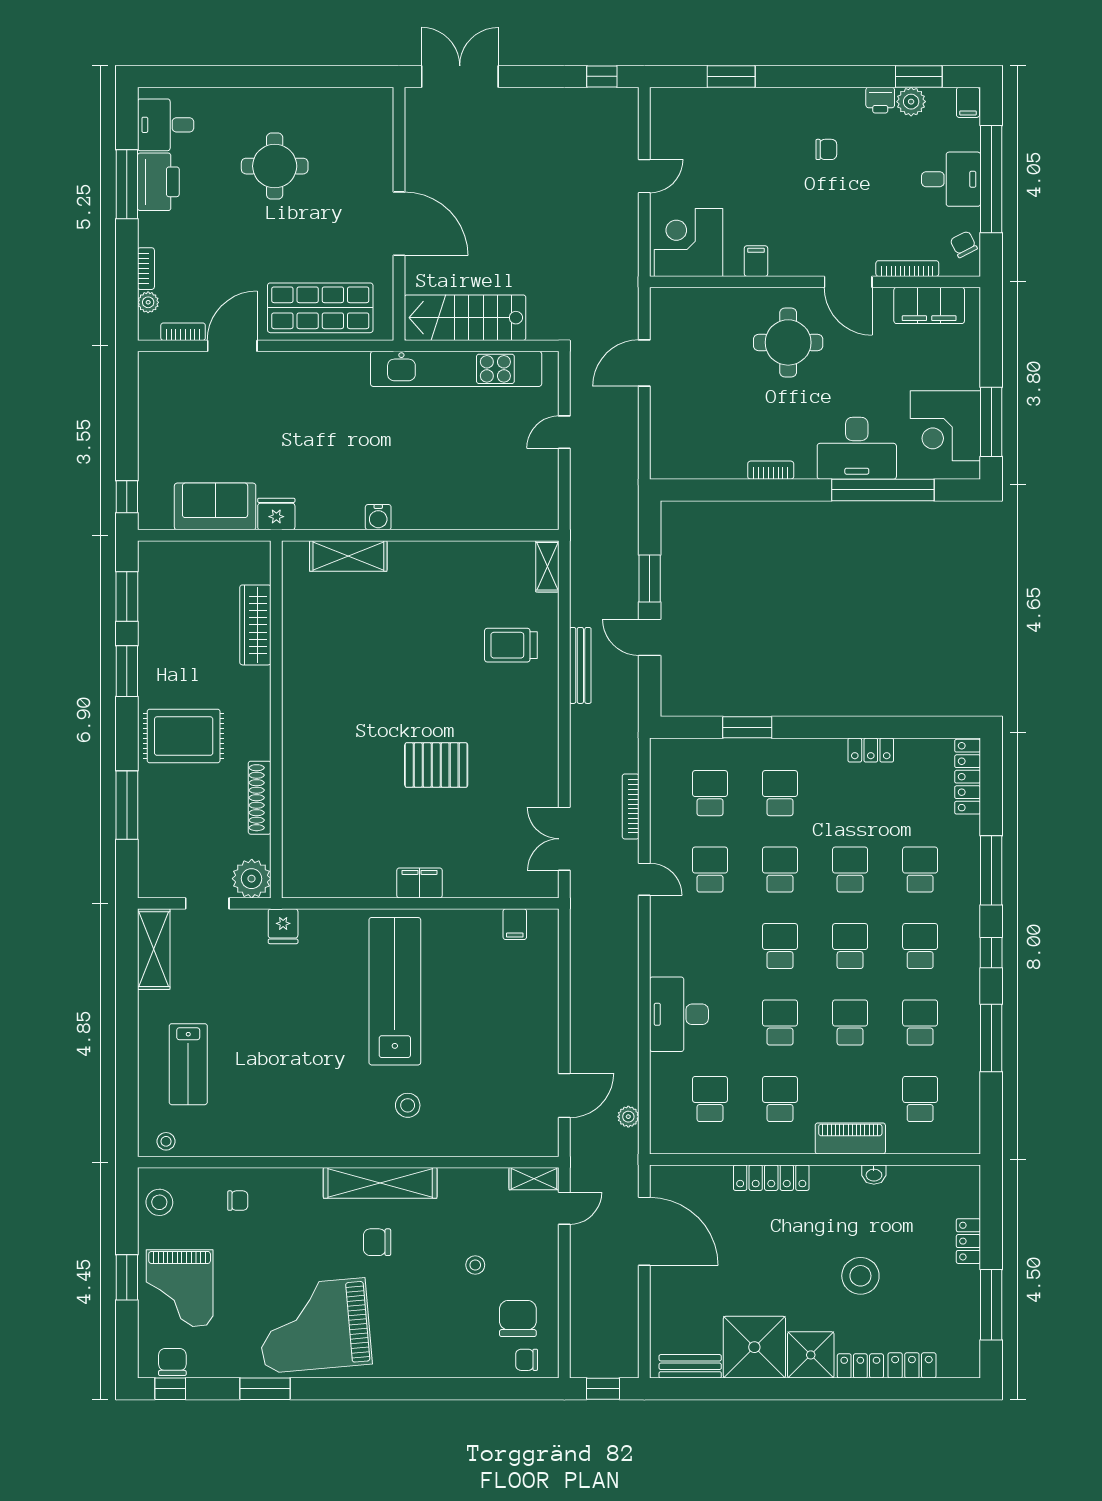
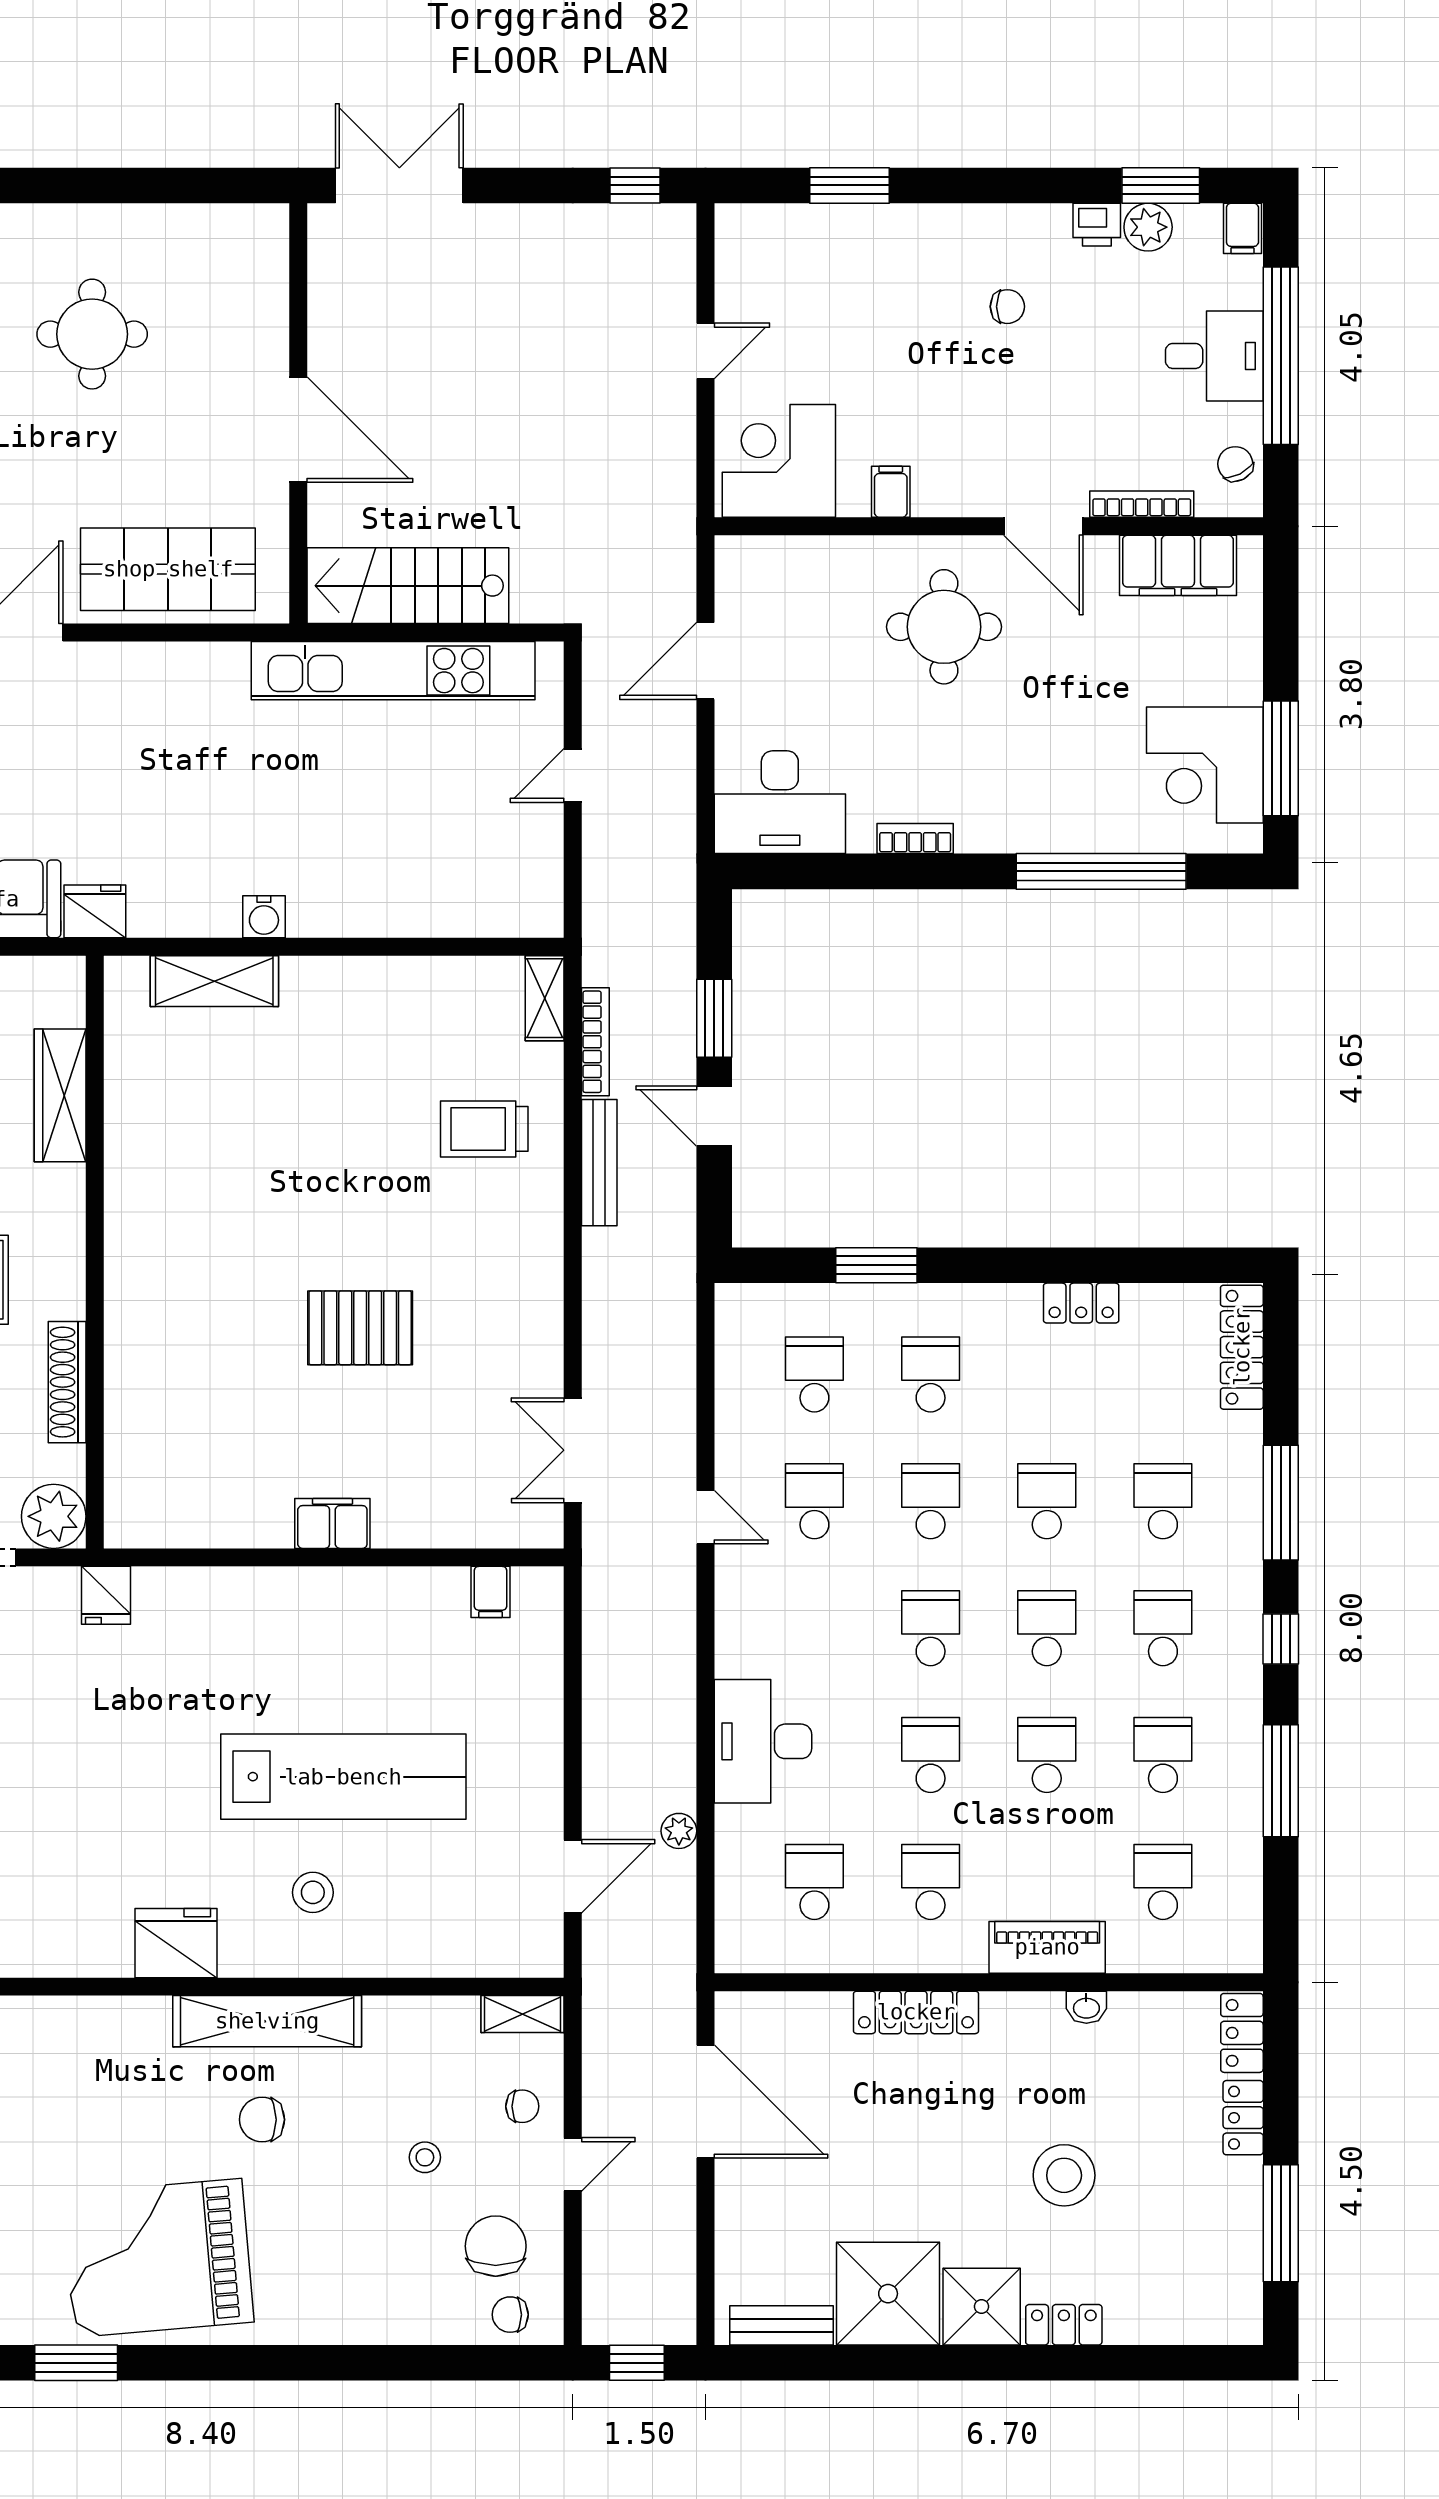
desk: (857, 448) -> (780, 802), moved
bookcase: (631, 806) -> (595, 1042), moved, turned 180
lab bench: (395, 991) -> (343, 1777), moved, turned 90
plant: (628, 1117) -> (679, 1831), moved
fridge: (325, 1136) -> (176, 1943), added
chair: (238, 1201) -> (522, 2106), moved
door: (564, 1208) -> (573, 2164), moved
locker: (912, 1365) -> (1242, 2033), moved, turned -90

